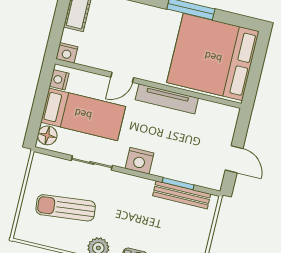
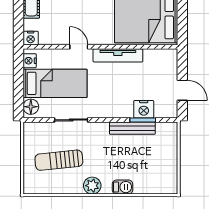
door: (122, 77) -> (79, 47), swing flipped
nightstand: (139, 161) -> (144, 109), moved
bench: (182, 195) -> (132, 128), moved

